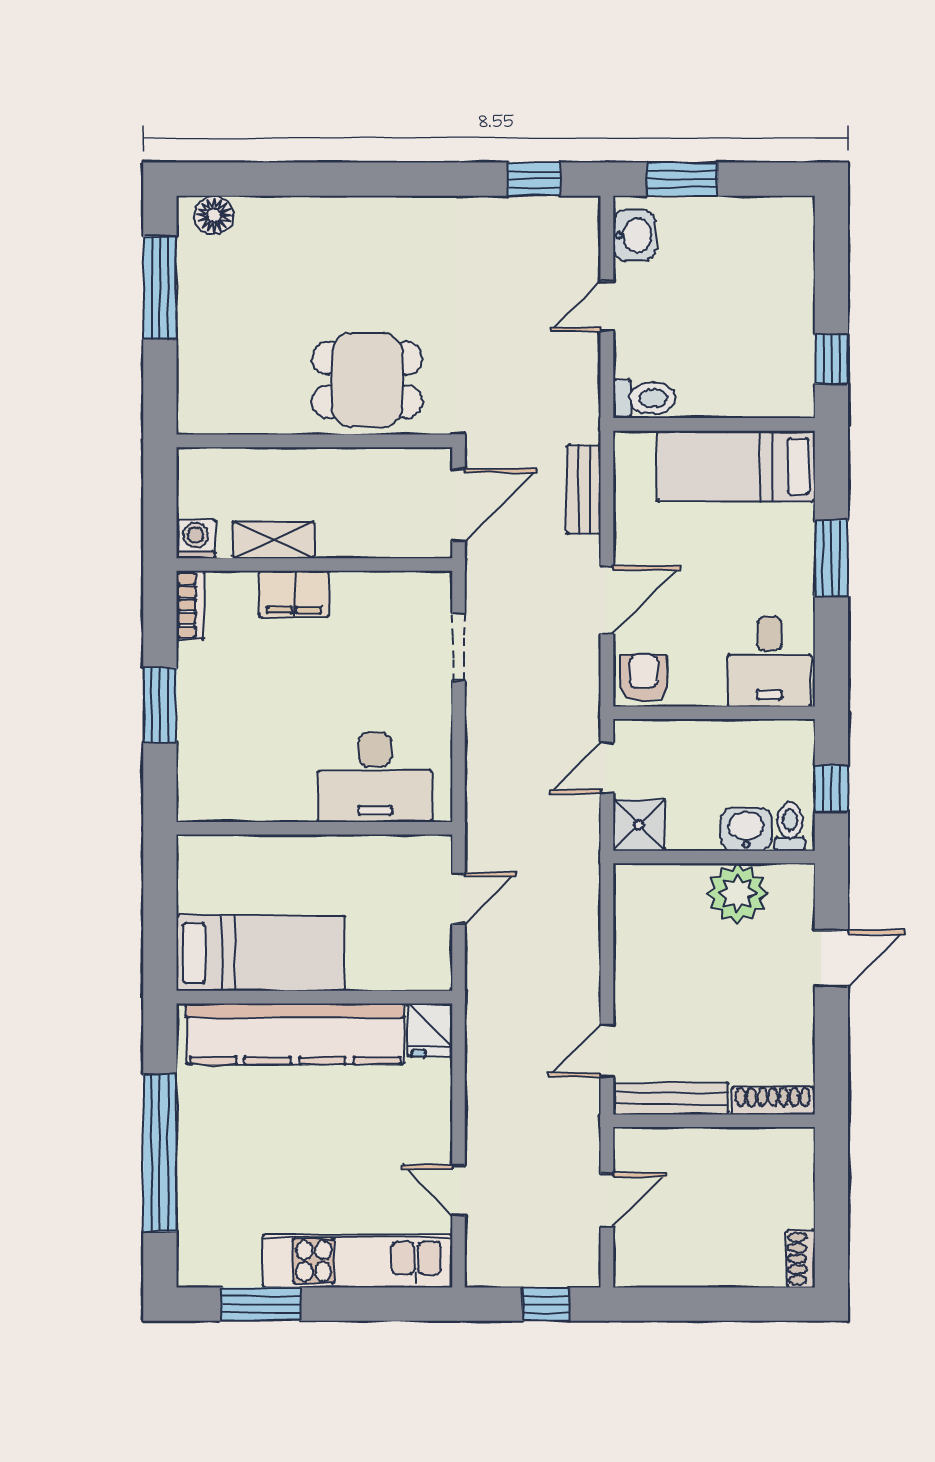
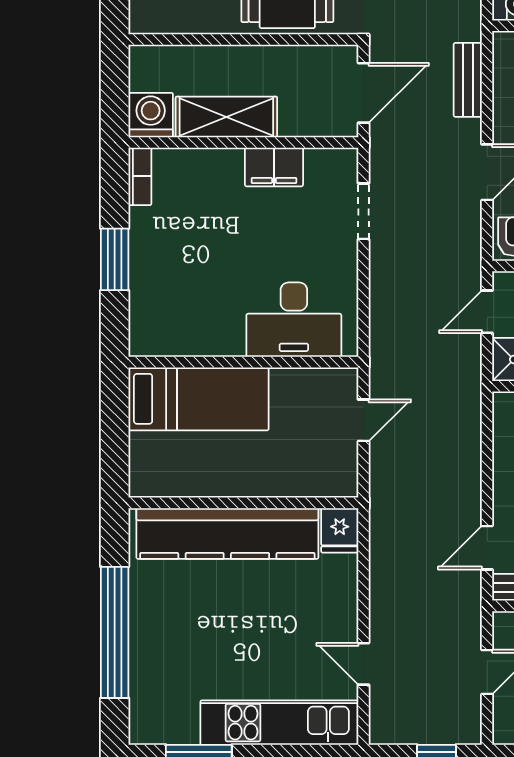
washing machine: (196, 539) -> (151, 115), width x1.38, depth x1.38
shelving: (274, 540) -> (226, 117), width x1.50, depth x1.33
filing cabinet: (294, 594) -> (274, 167), moved
bed: (260, 953) -> (198, 399), moved

